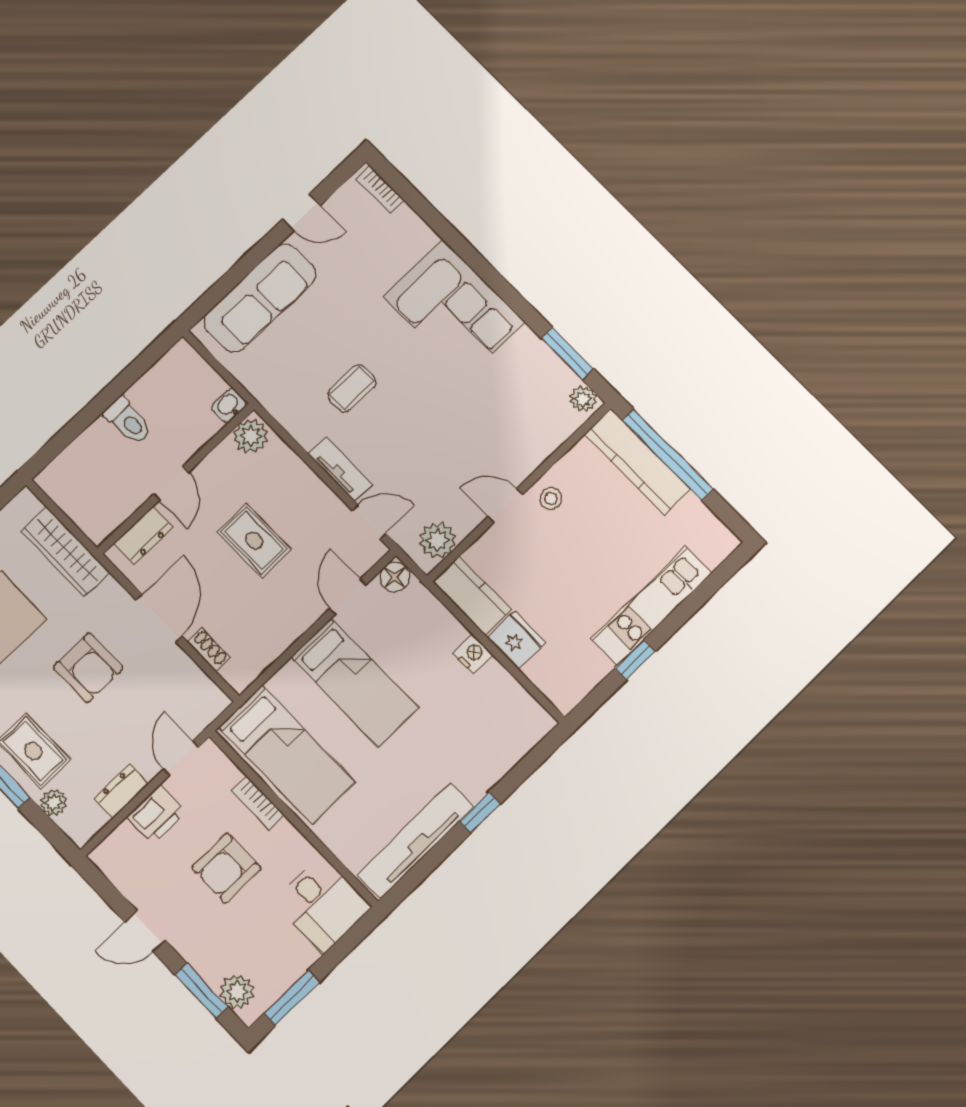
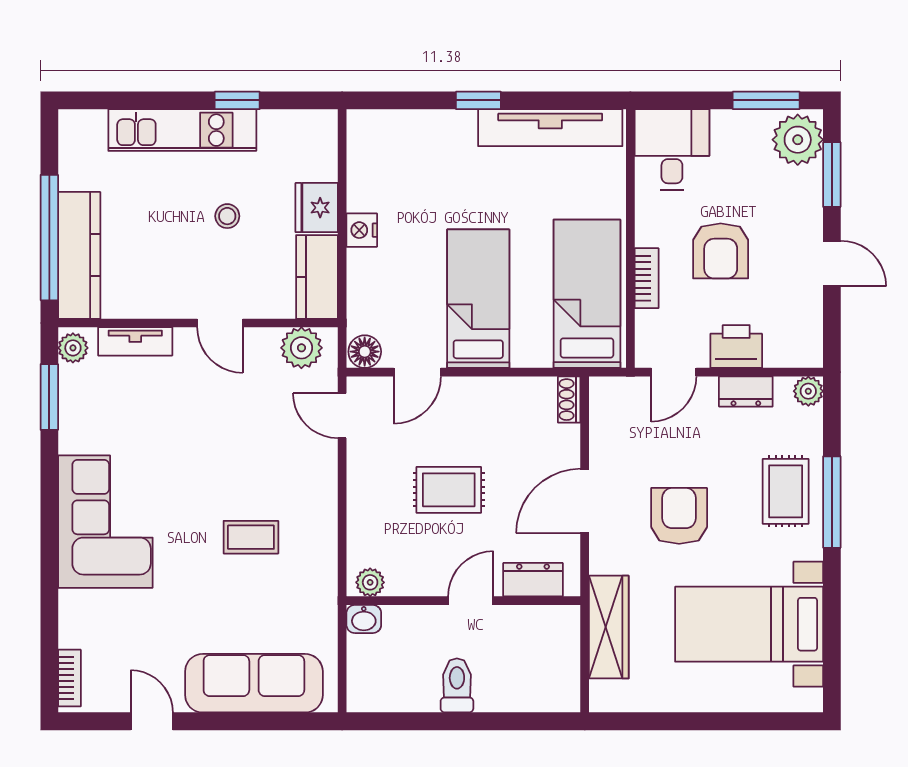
plant: (251, 436) -> (370, 582), width x0.73, depth x0.73
tv unit: (340, 469) -> (135, 341), moved, turned -90
stool: (551, 498) -> (227, 216), moved
rug: (254, 541) -> (449, 490), turned 90
shoe rack: (208, 650) -> (569, 400), moved
plant: (54, 803) -> (808, 391), moved
armchair: (226, 868) -> (721, 251), turned 90
plant: (237, 992) -> (798, 140), width x1.36, depth x1.36

